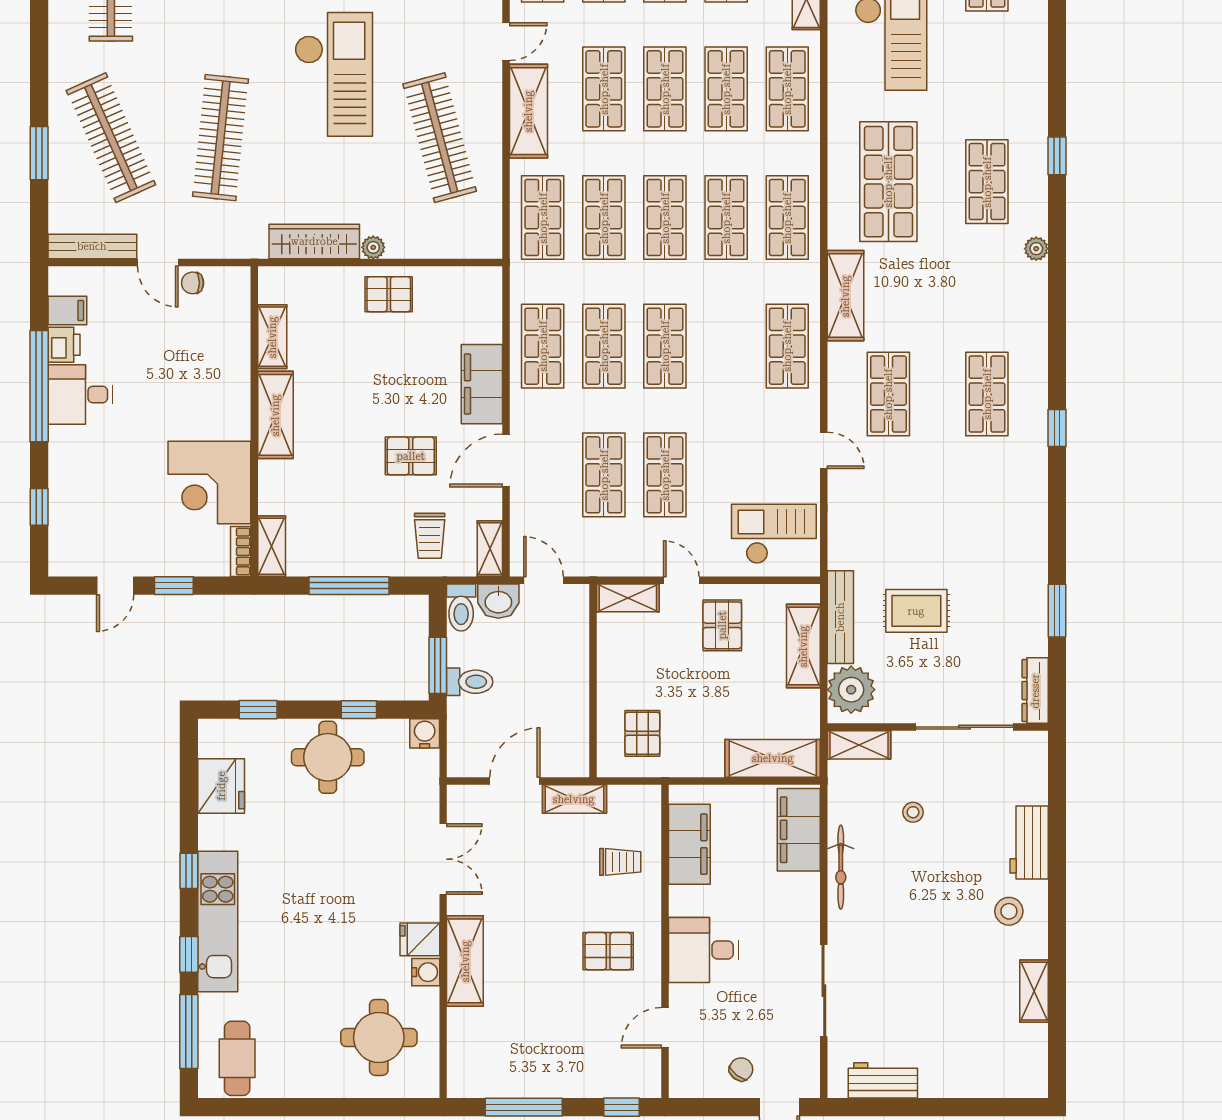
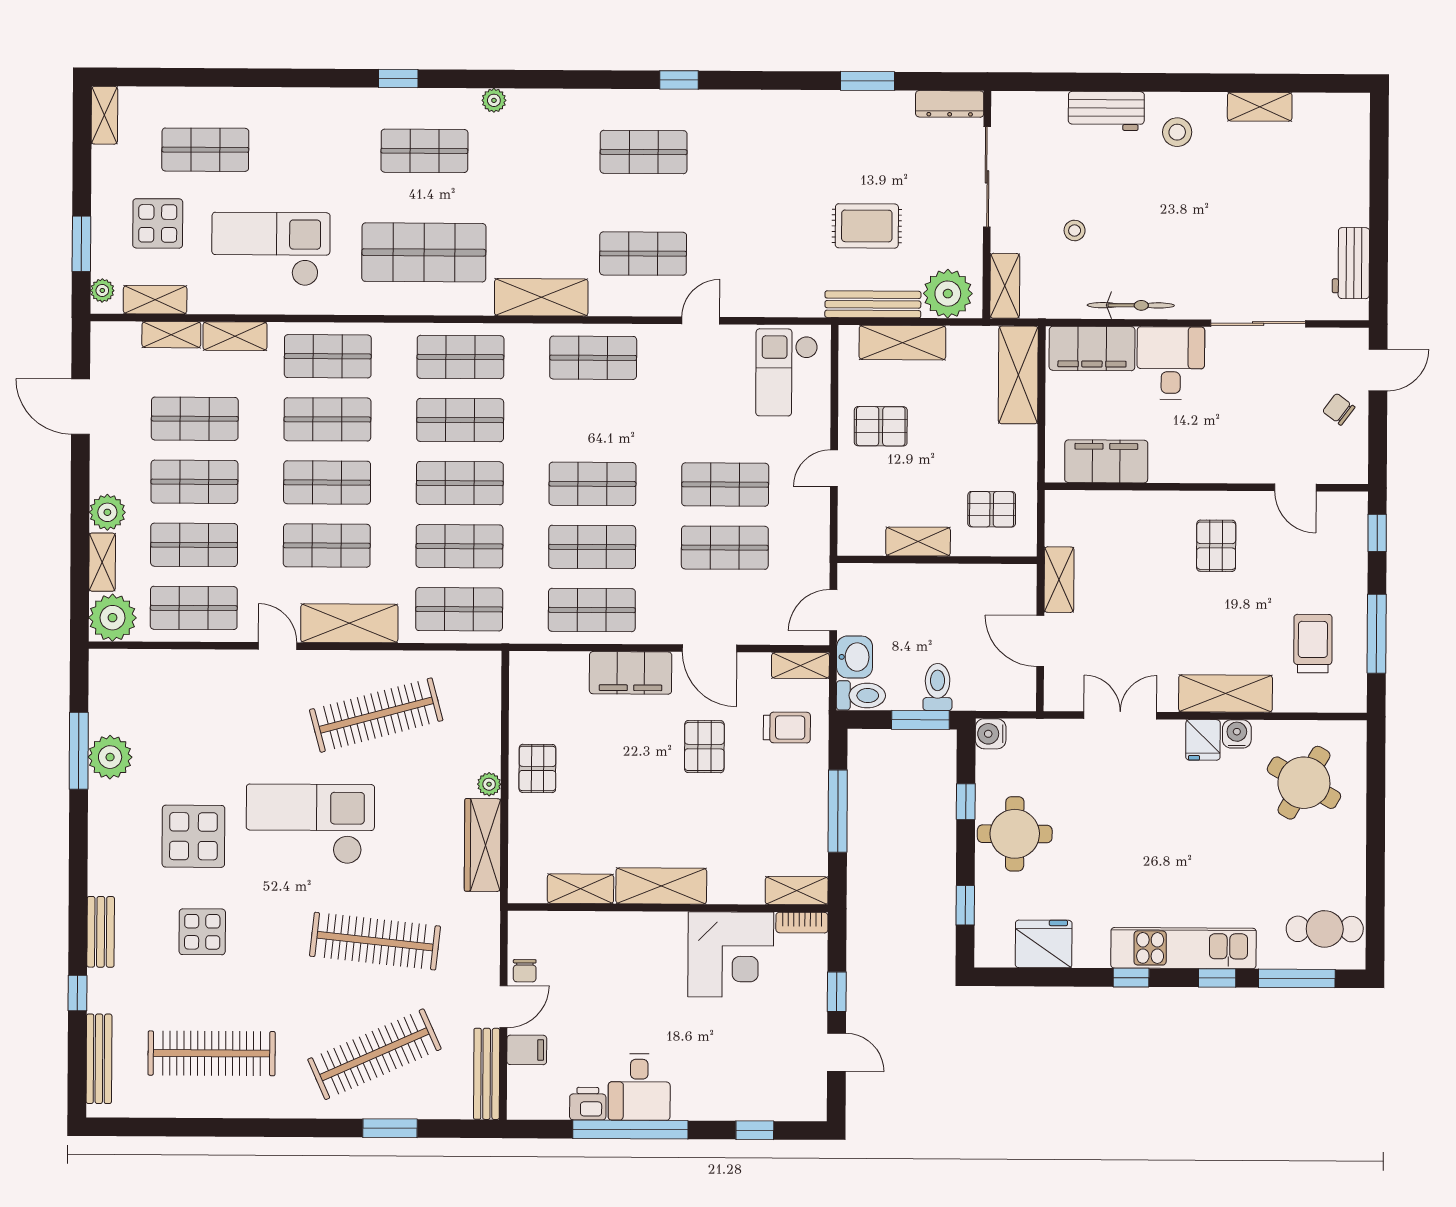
filing cabinet: (67, 310) -> (527, 1050), moved, turned 90
shelving: (628, 598) -> (918, 542), moved, turned 90
rug: (916, 611) -> (867, 226), turned 90
trolley: (620, 862) -> (1313, 644), moved, width x1.36, depth x1.39
desk: (704, 950) -> (1171, 363), moved, turned 180
round table: (379, 1037) -> (1304, 783), turned 30

